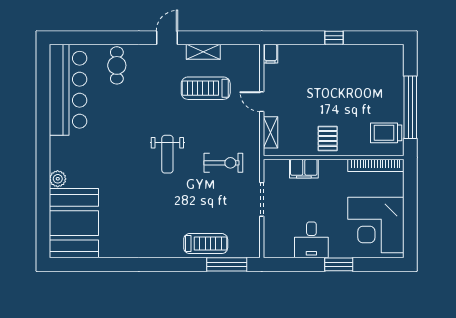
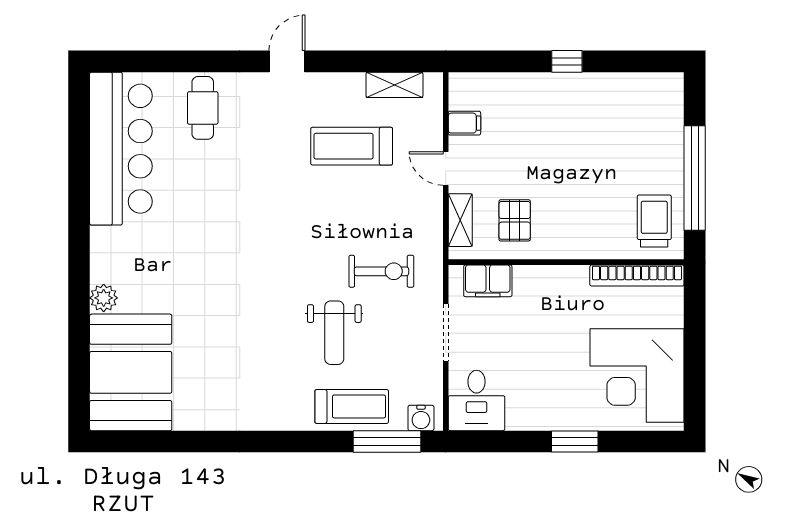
shelving: (203, 52) -> (394, 85), moved
filing cabinet: (271, 54) -> (464, 123), moved, turned -90
trolley: (386, 133) -> (654, 221), turned 90
pallet: (328, 138) -> (515, 220), moved
weight bench: (167, 154) -> (334, 333), moved
filing cabinet: (304, 169) -> (488, 281), moved
desk: (311, 240) -> (477, 400), moved
water cooler: (247, 250) -> (421, 418), added

